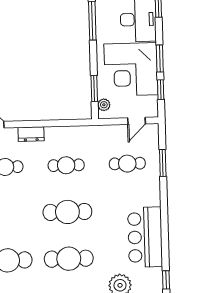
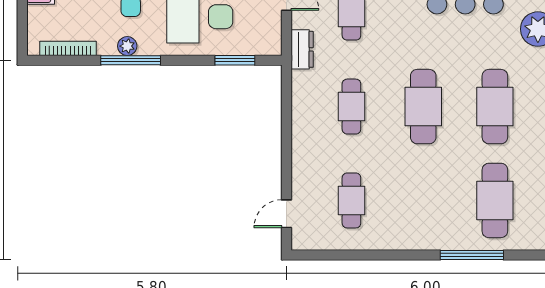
plant: (104, 105) -> (127, 46), moved
dresser: (31, 134) -> (302, 49), moved

